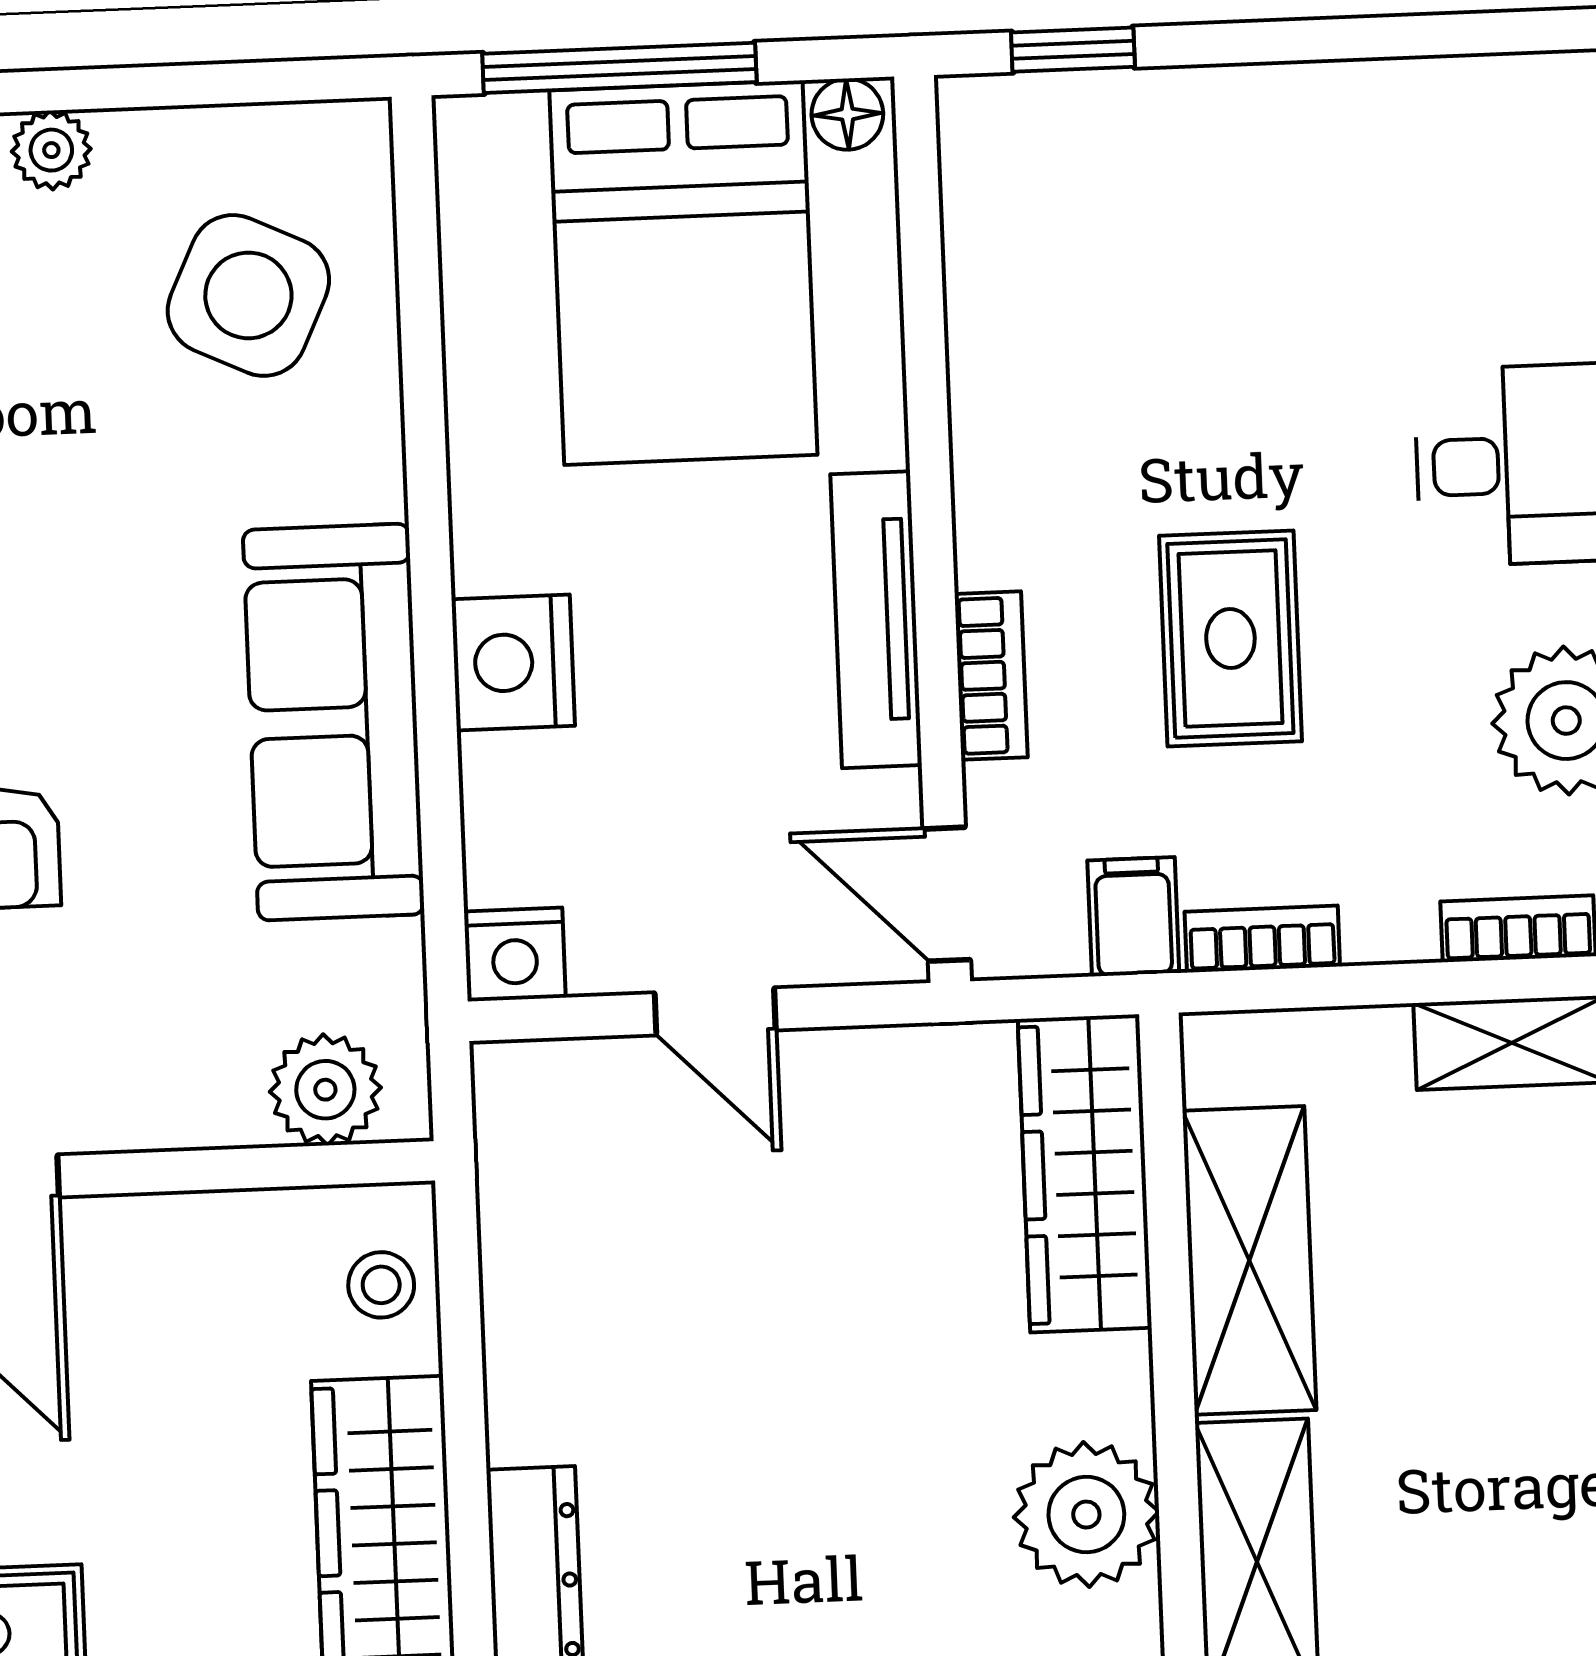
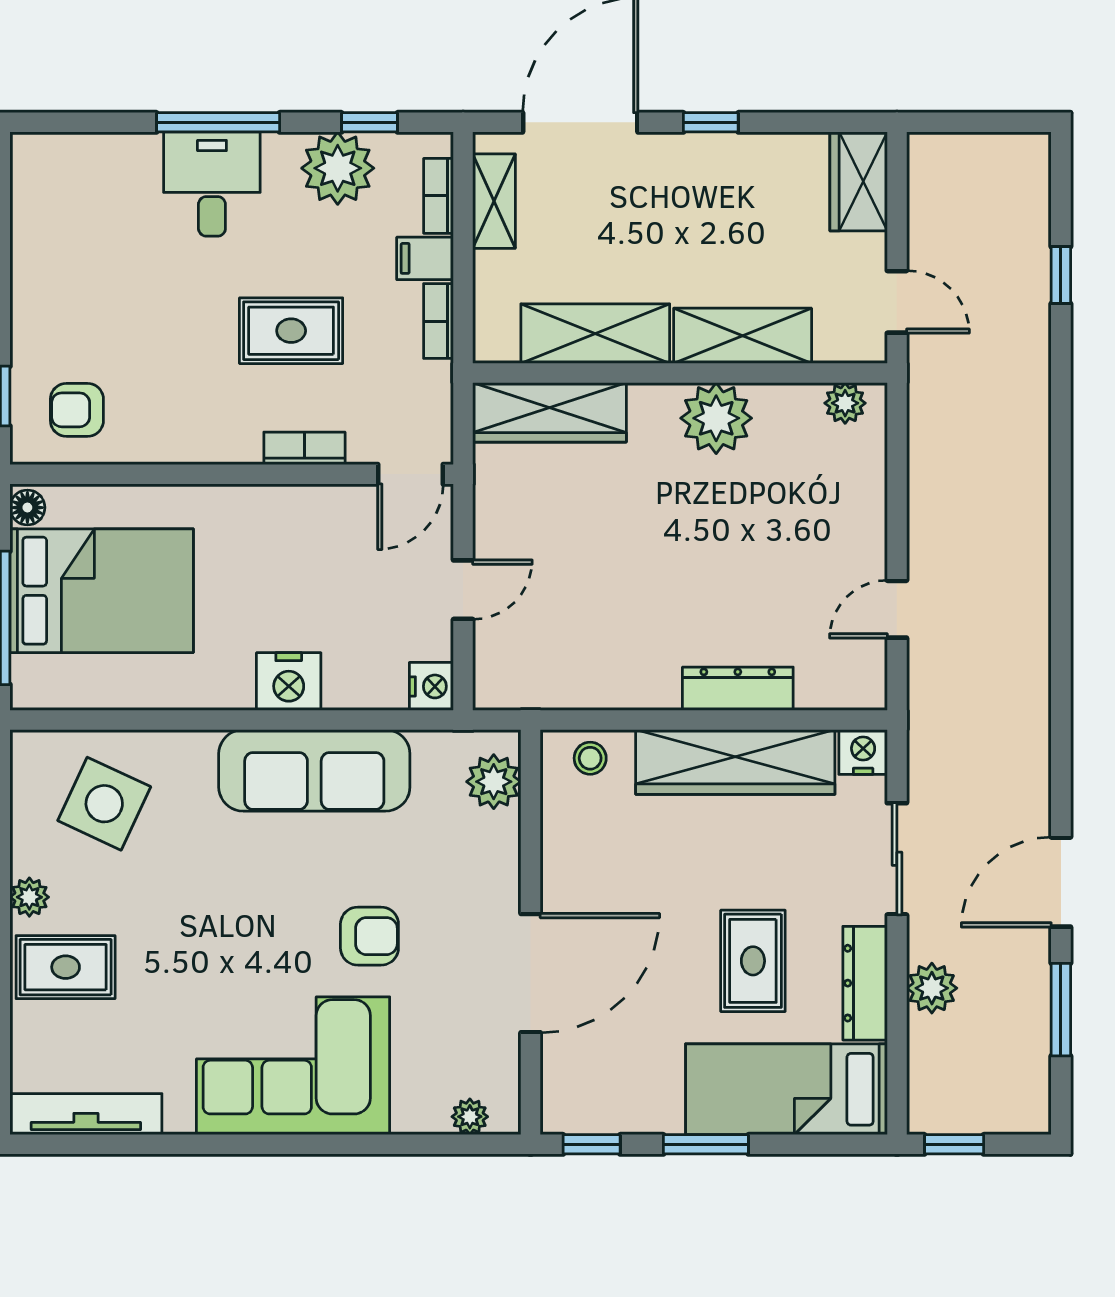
armchair: (1051, 207) -> (77, 410), added
tv unit: (876, 620) -> (275, 503), removed
filing cabinet: (1133, 917) -> (425, 258), moved

